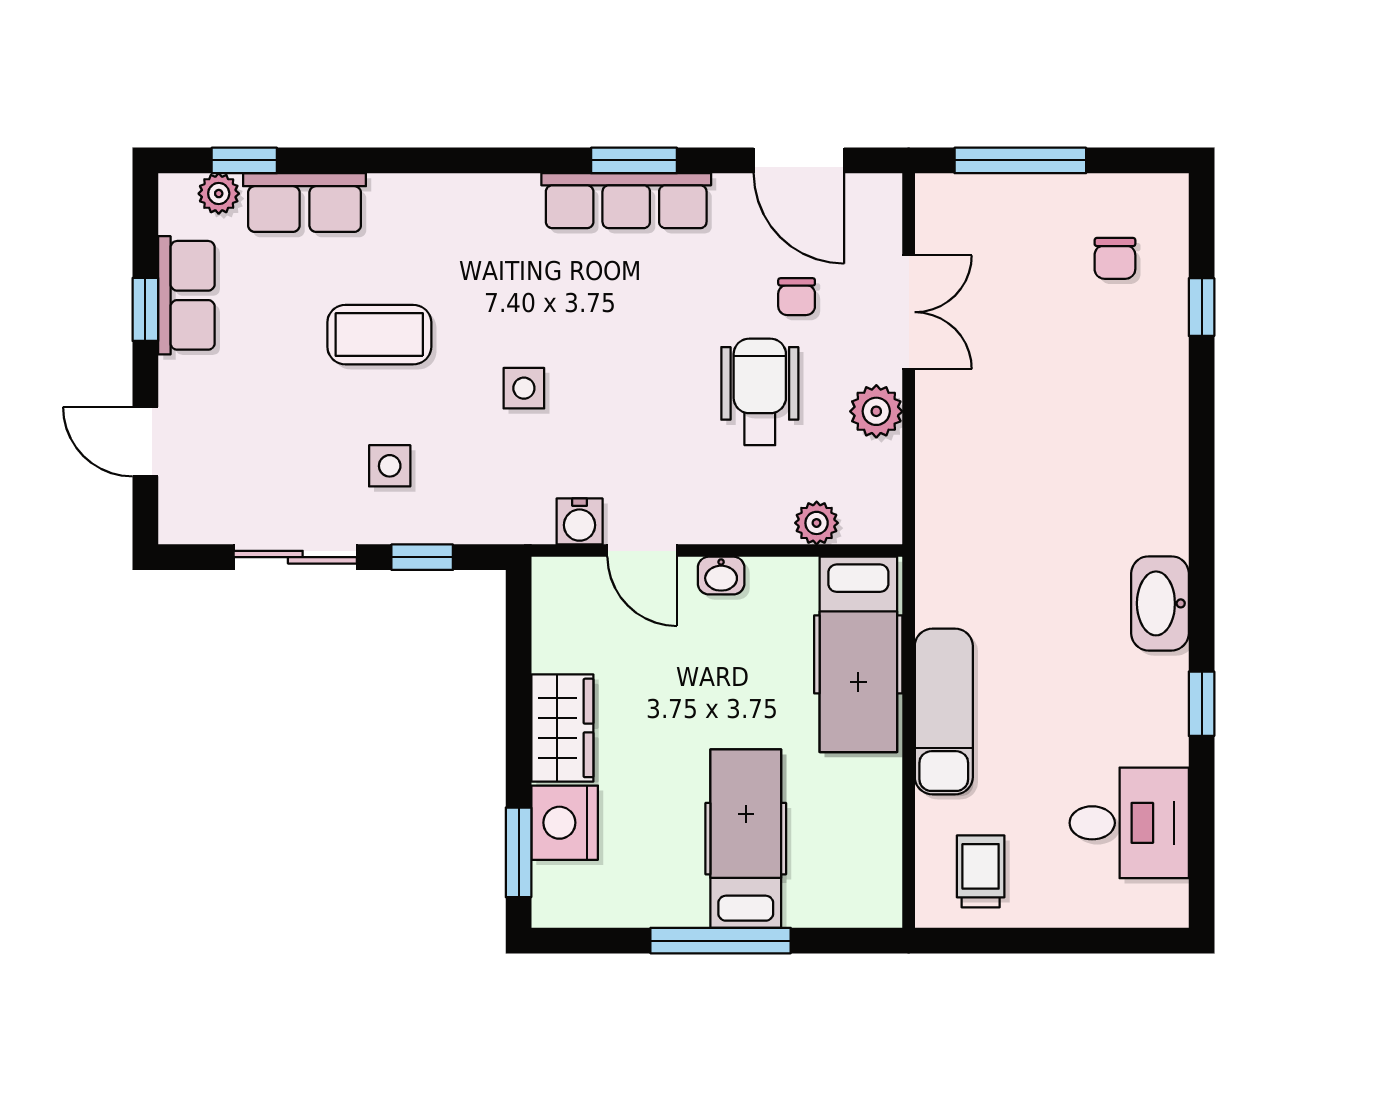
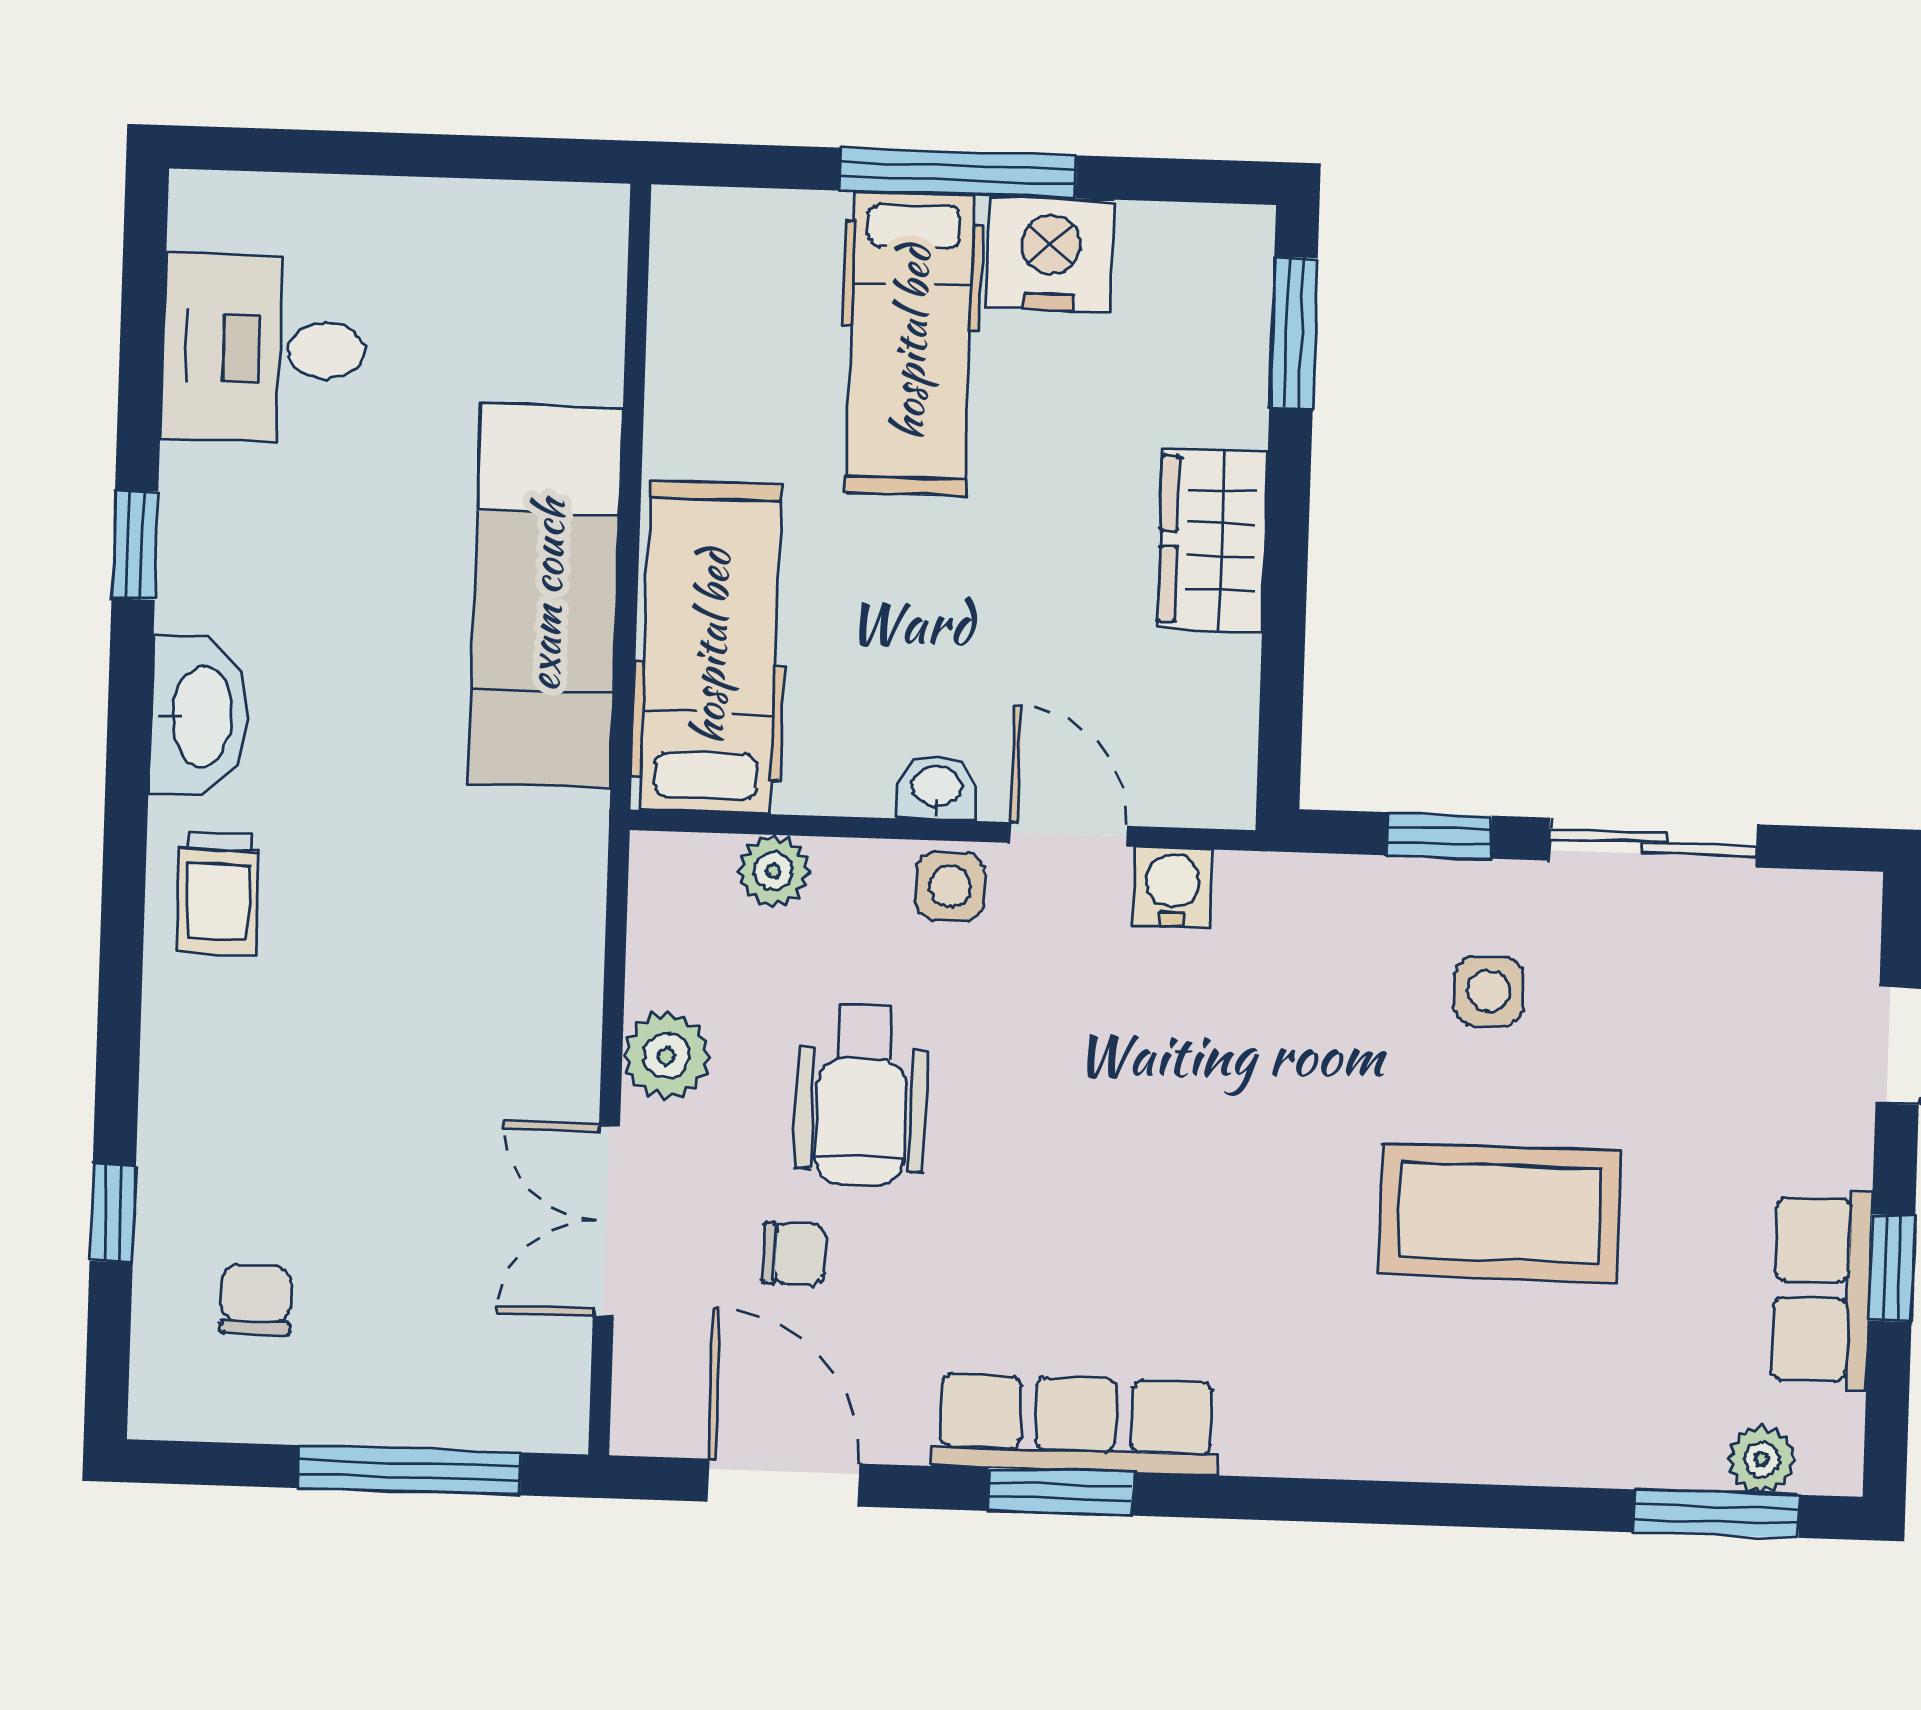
window: (244, 160) -> (1717, 1514), width x1.50
row of seats: (305, 203) -> (1618, 1439), removed
chair: (797, 297) -> (794, 1253), turned 90
coffee table: (379, 335) -> (1499, 1213), width x1.36, depth x1.32
side table: (524, 388) -> (950, 886), moved
exam couch: (944, 712) -> (546, 596), width x1.36, depth x1.45
nightstand: (565, 823) -> (1051, 254), moved, turned -90
trolley: (981, 871) -> (218, 894), moved

